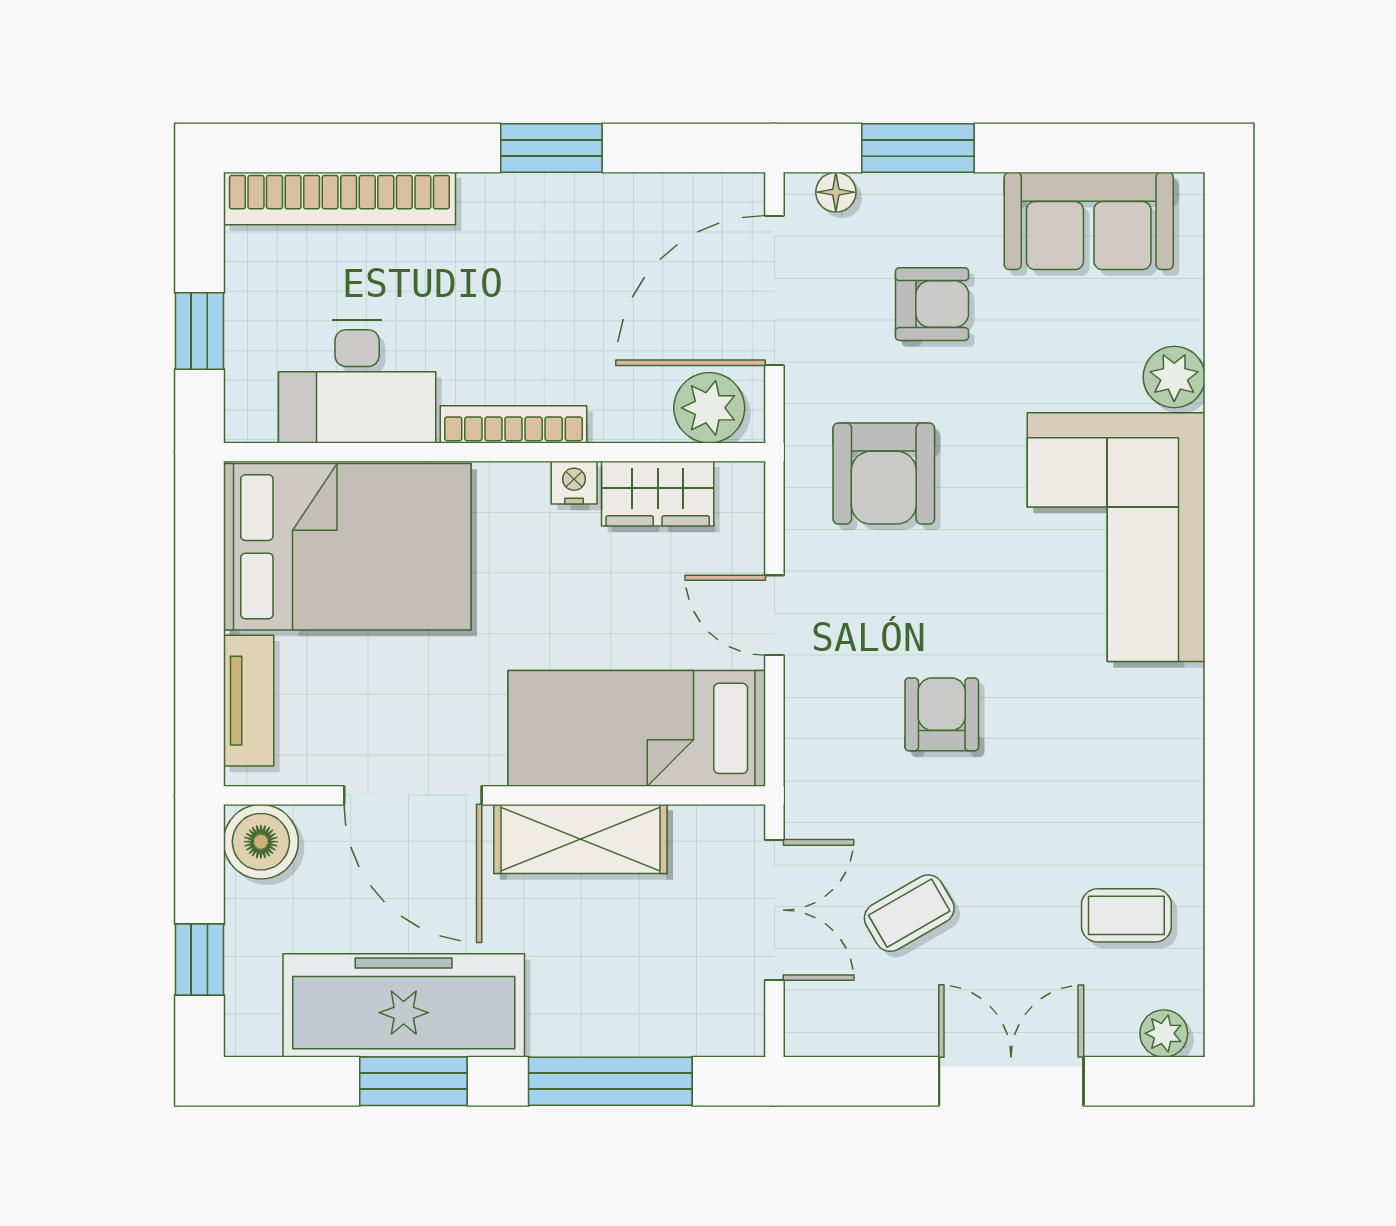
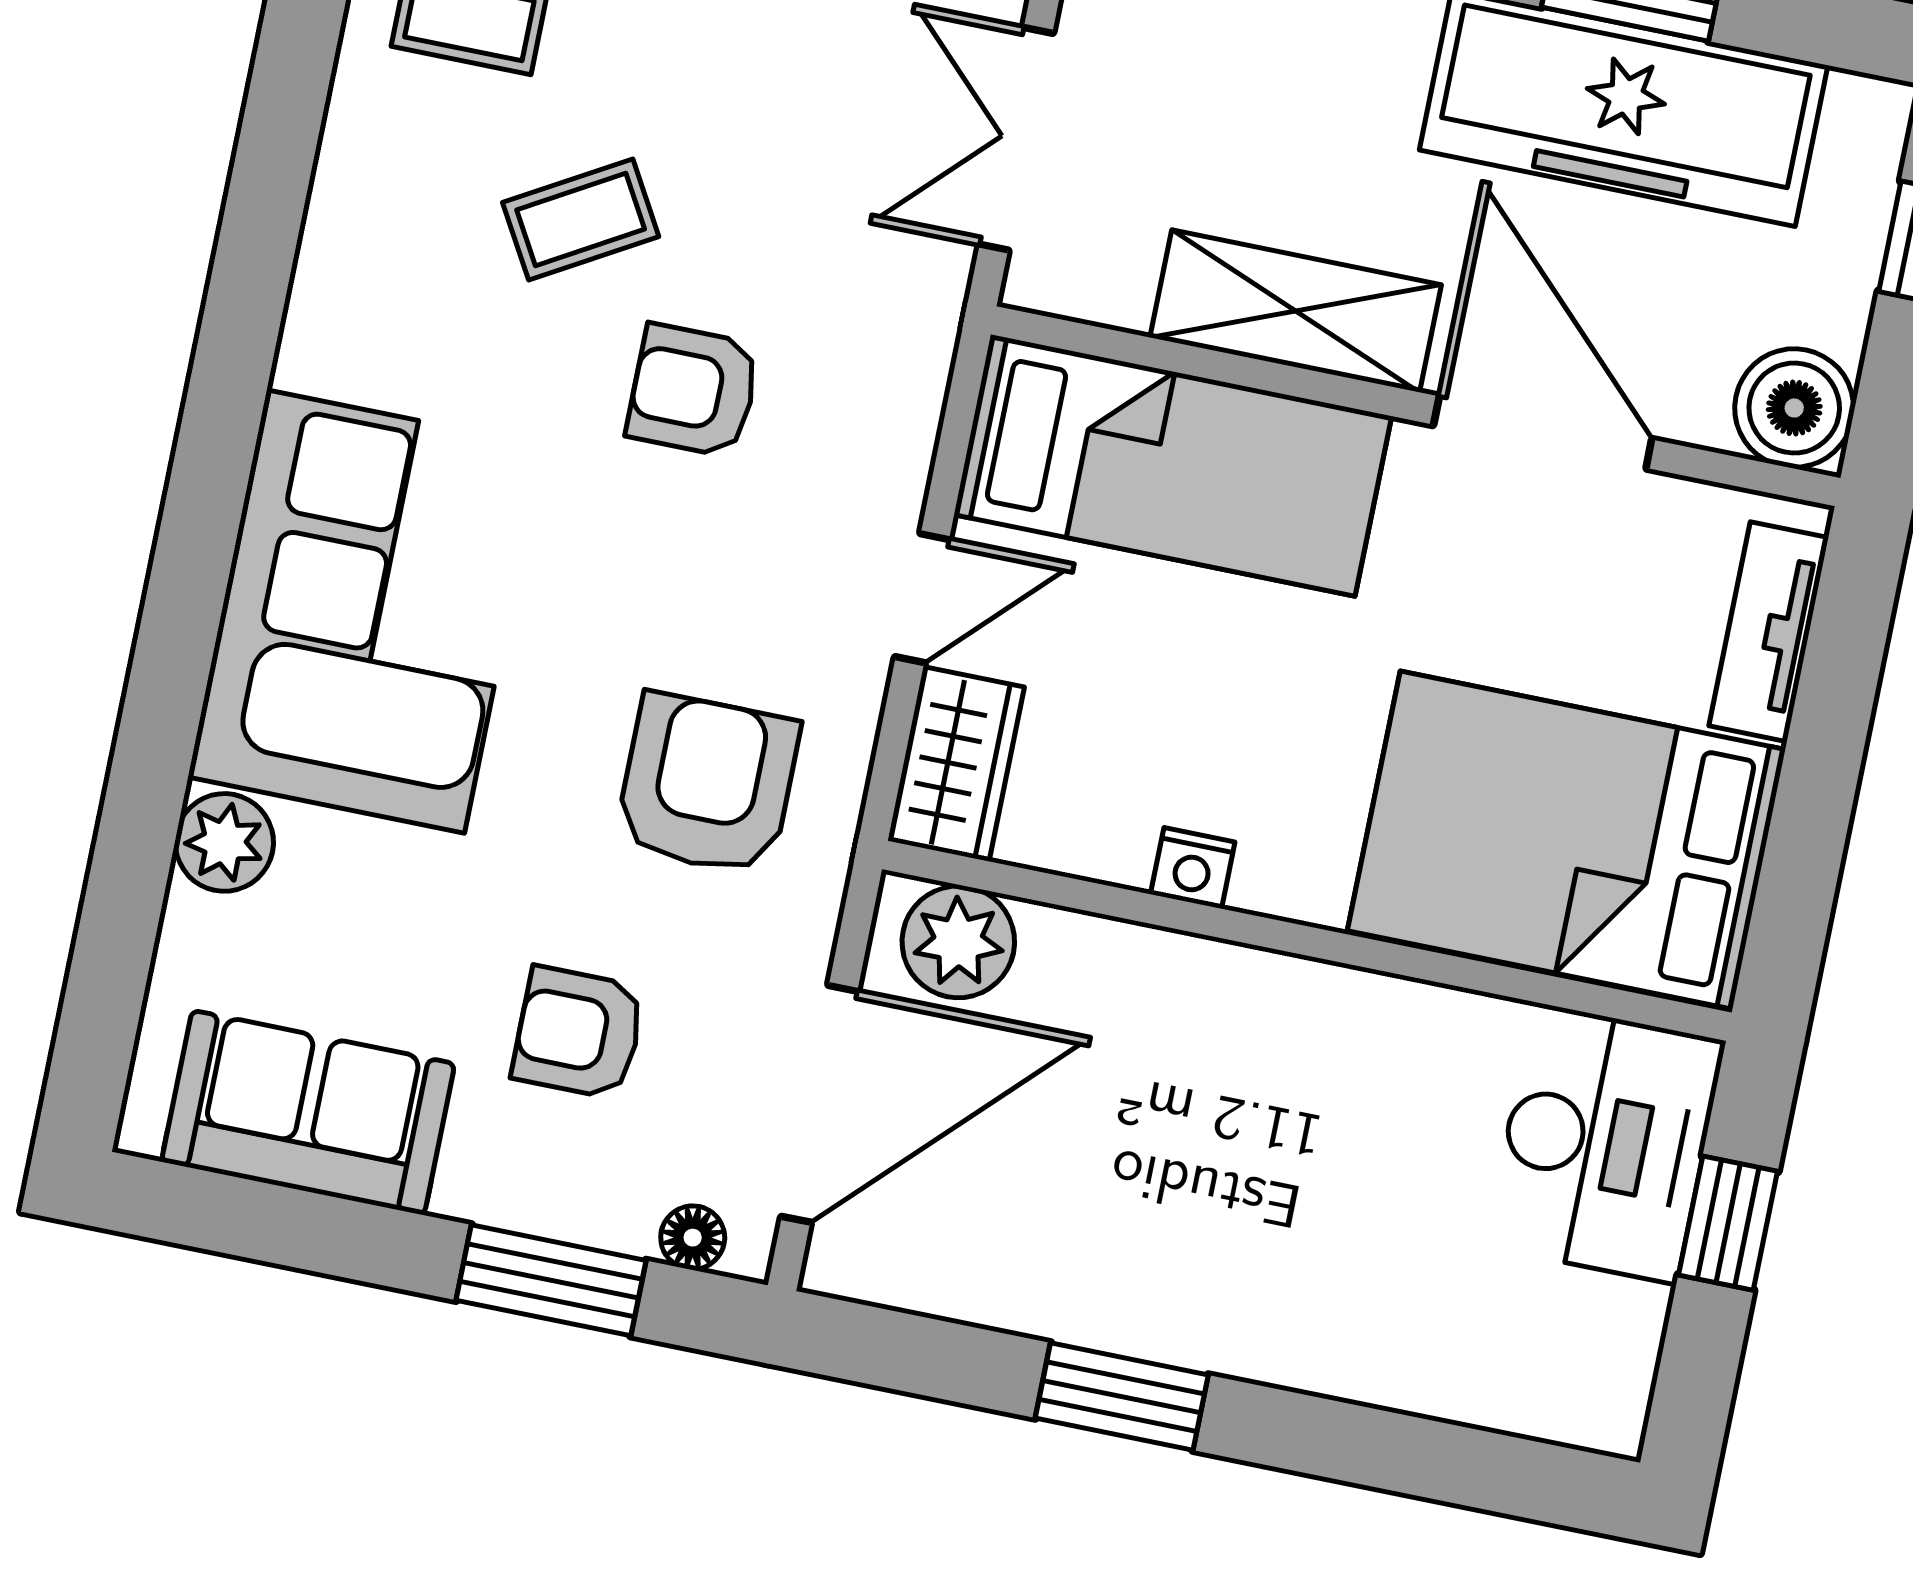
bookcase: (339, 198) -> (1468, 1385), removed
desk: (357, 381) -> (1605, 1143), moved, turned 90
bookcase: (514, 424) -> (1268, 978), removed
wardrobe: (658, 494) -> (956, 764), moved, turned 90
door: (774, 615) -> (922, 598), hinge flipped
armchair: (942, 714) -> (693, 391), turned 90
coffee table: (909, 913) -> (581, 220), moved

